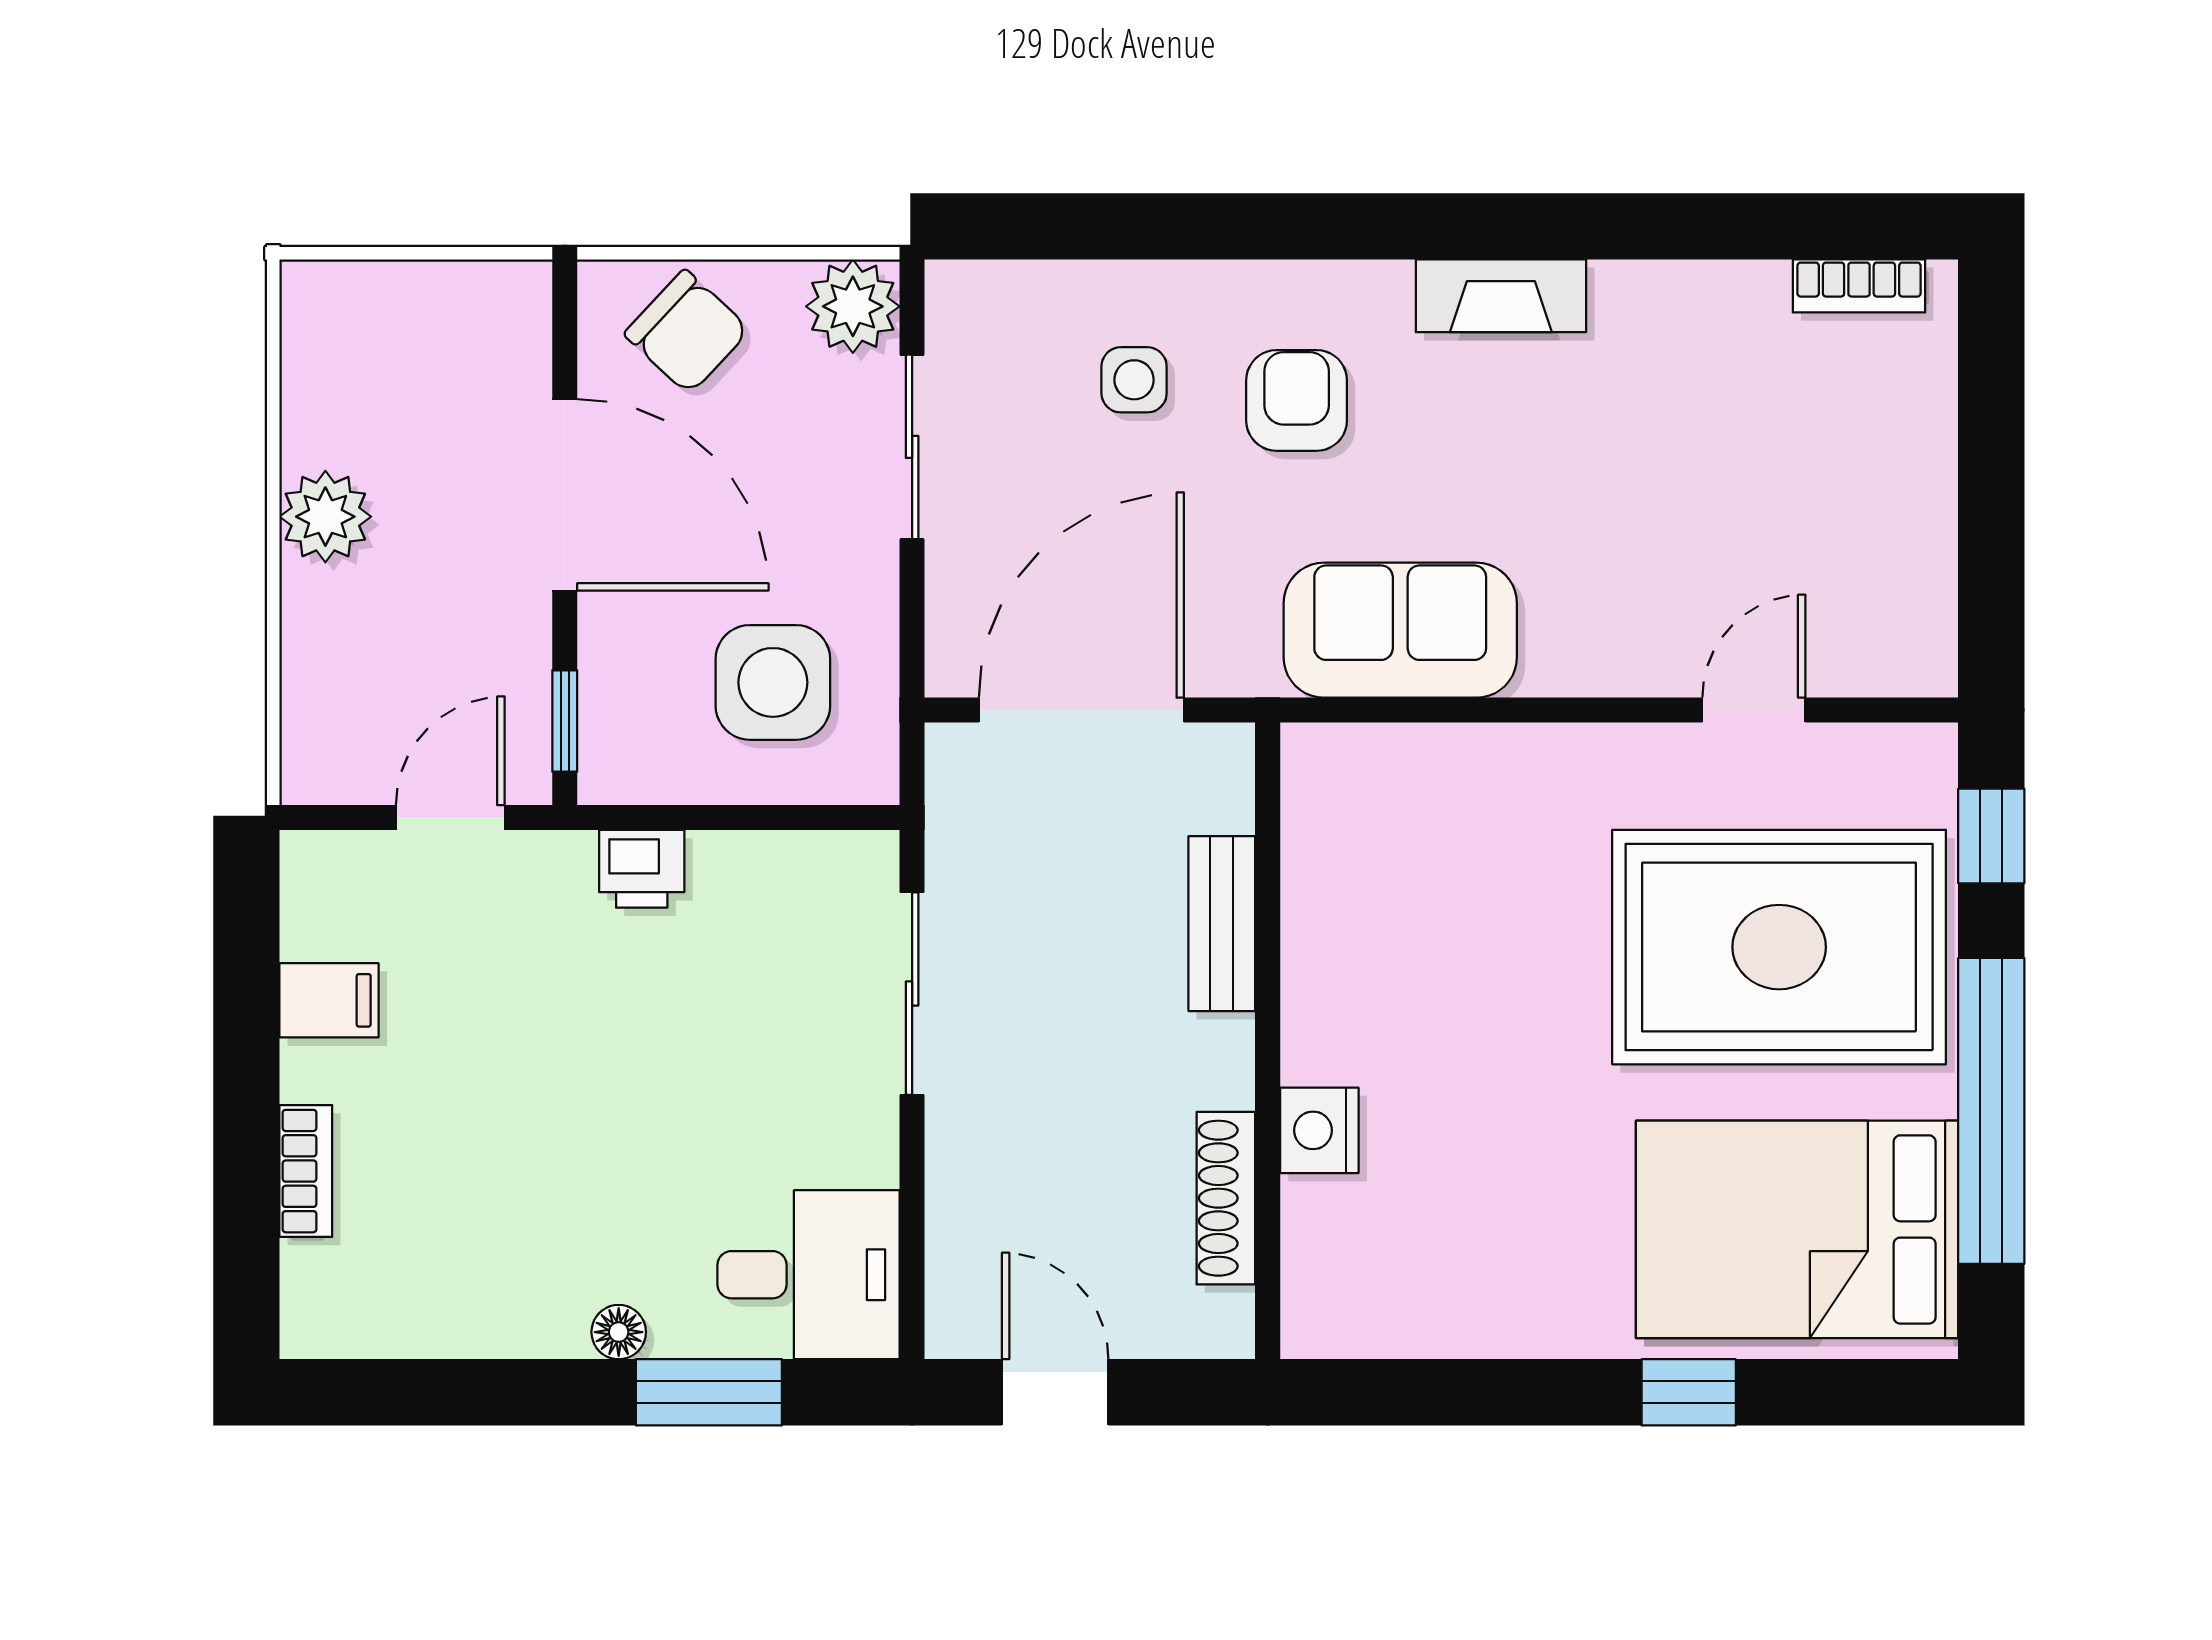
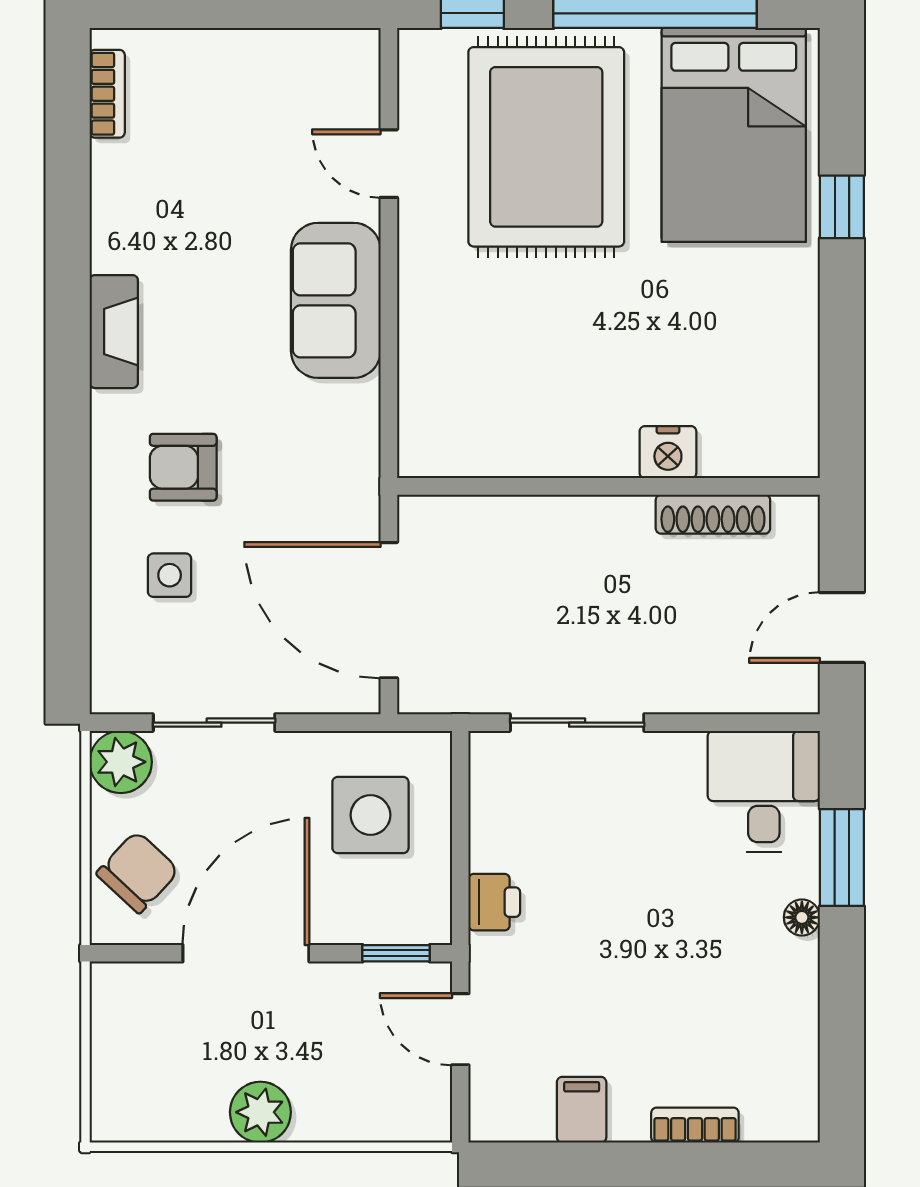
sofa: (1400, 630) -> (336, 300), moved
bench: (1222, 924) -> (531, 517), removed

